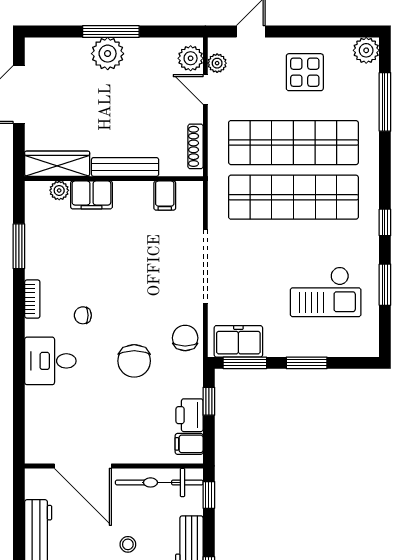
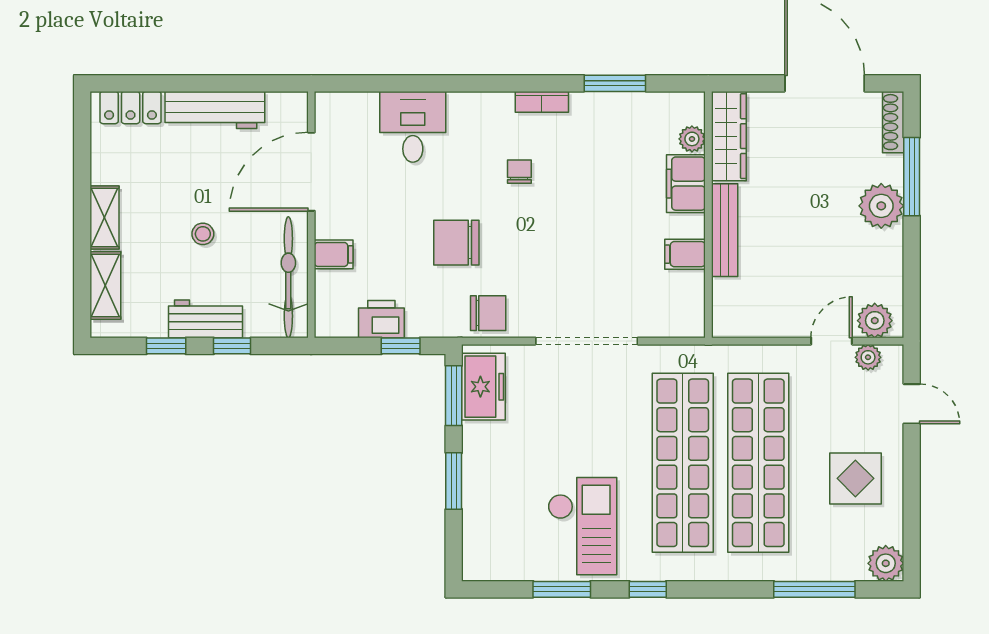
window: (111, 32) -> (912, 177), moved
shoe rack: (195, 146) -> (893, 122), moved, turned -90
filing cabinet: (165, 196) -> (685, 254), moved
checkout: (326, 292) -> (582, 526), moved, turned 180
desk: (50, 361) -> (413, 127), moved
filing cabinet: (189, 444) -> (334, 254), moved, turned 90
window: (209, 495) -> (232, 346), moved

